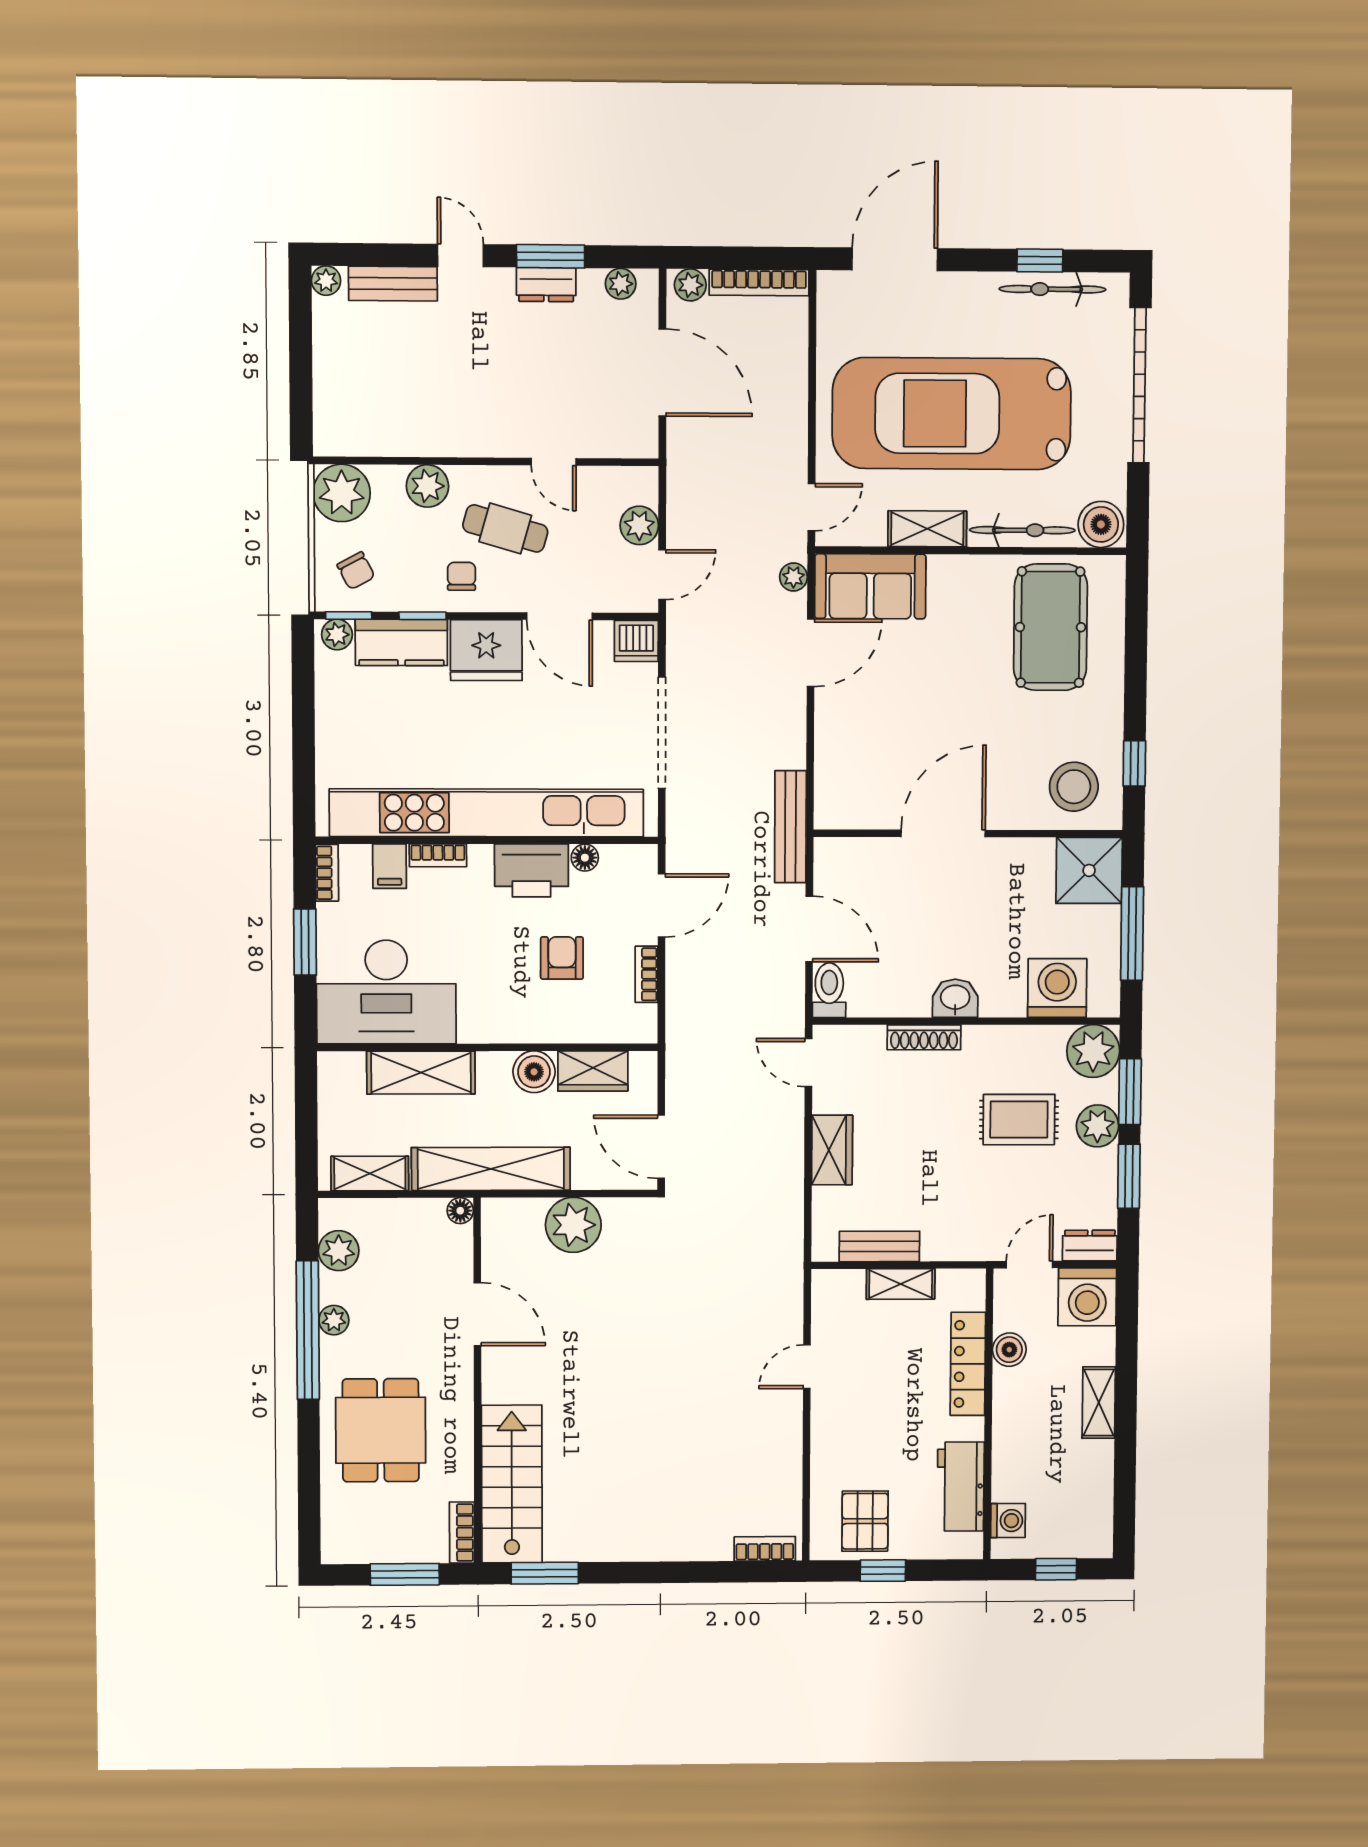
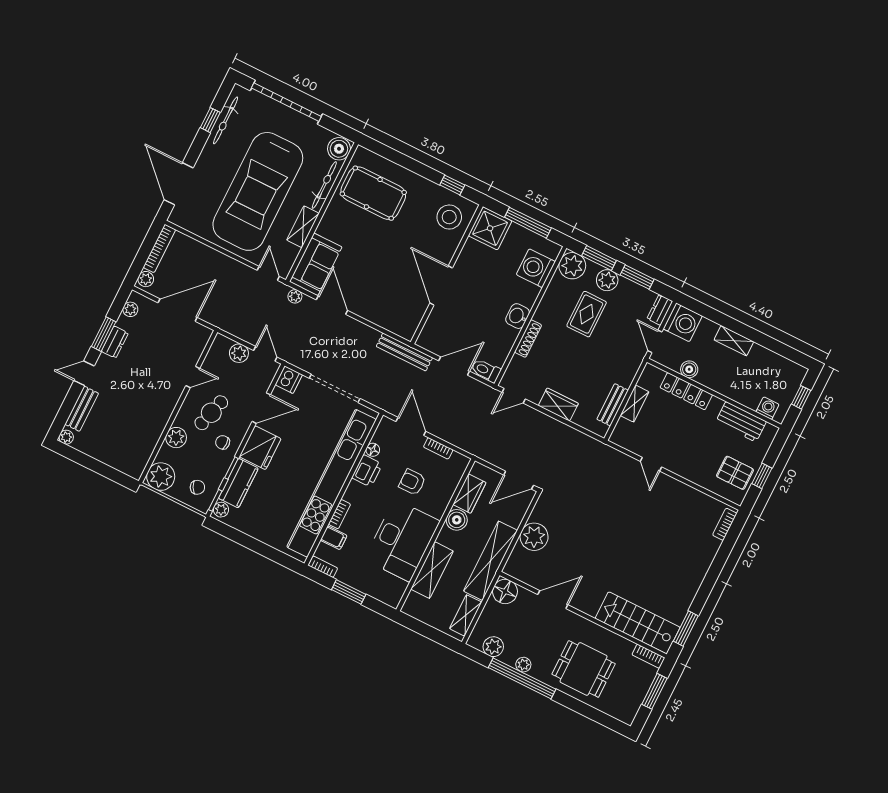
printer: (531, 871) -> (367, 471), width x0.73, depth x0.84
desk: (386, 992) -> (402, 540), moved
floor lamp: (460, 1211) -> (505, 591), width x1.89, depth x1.89

